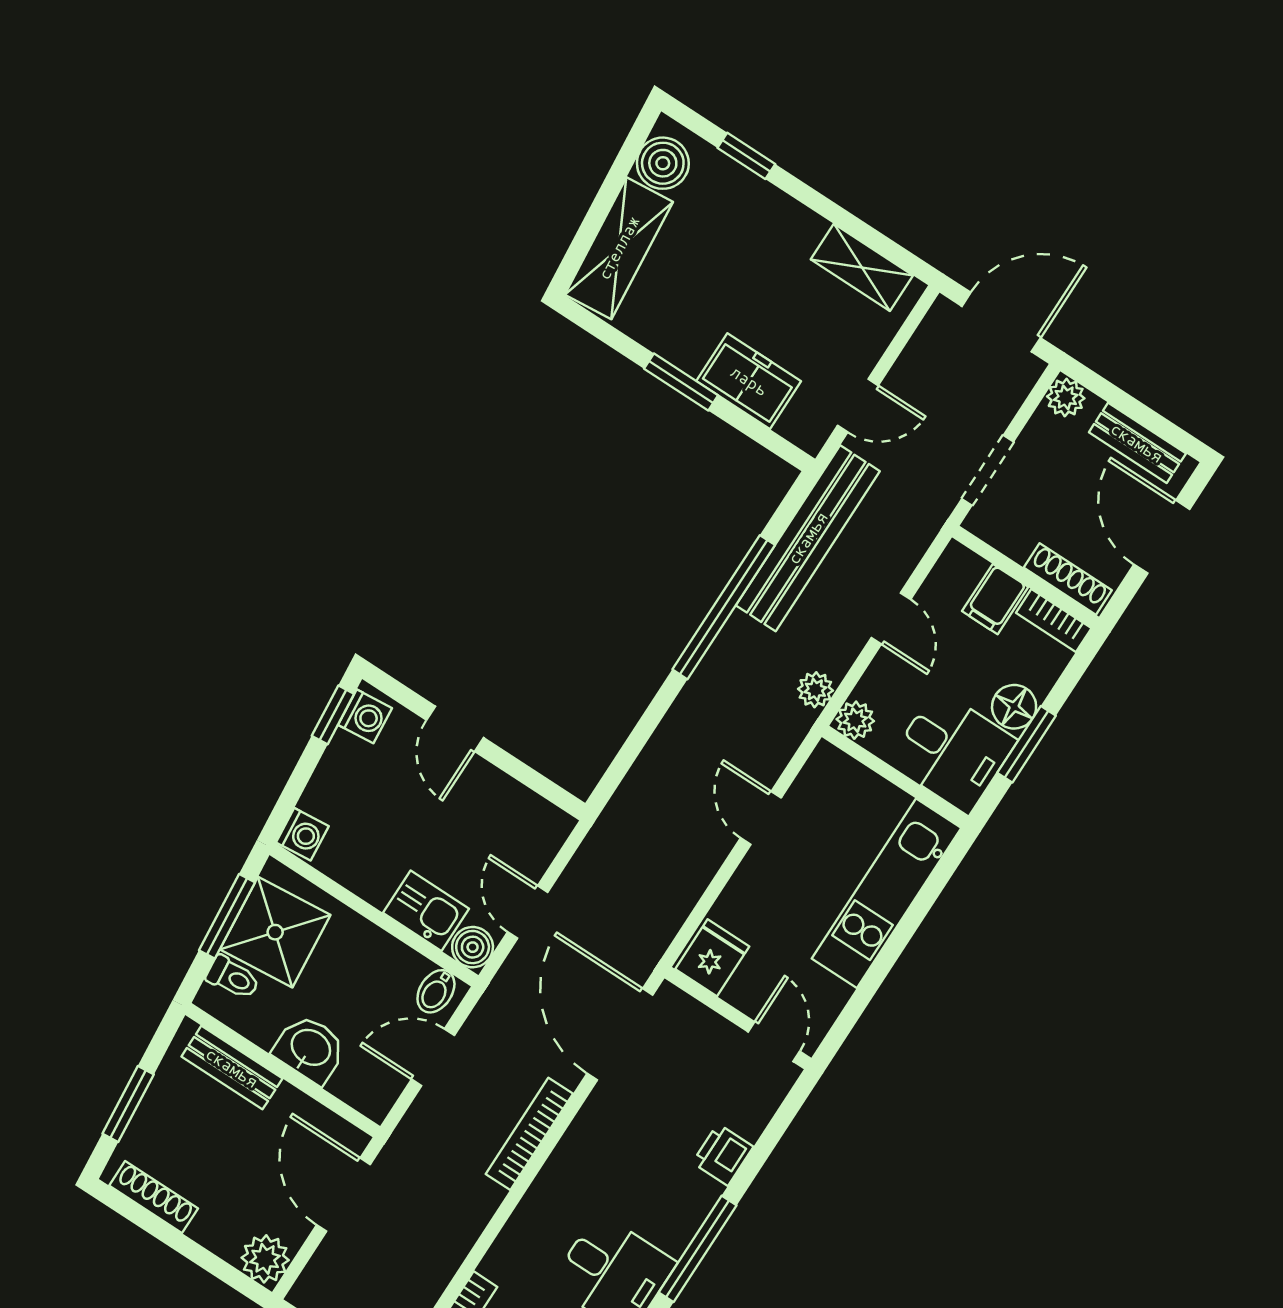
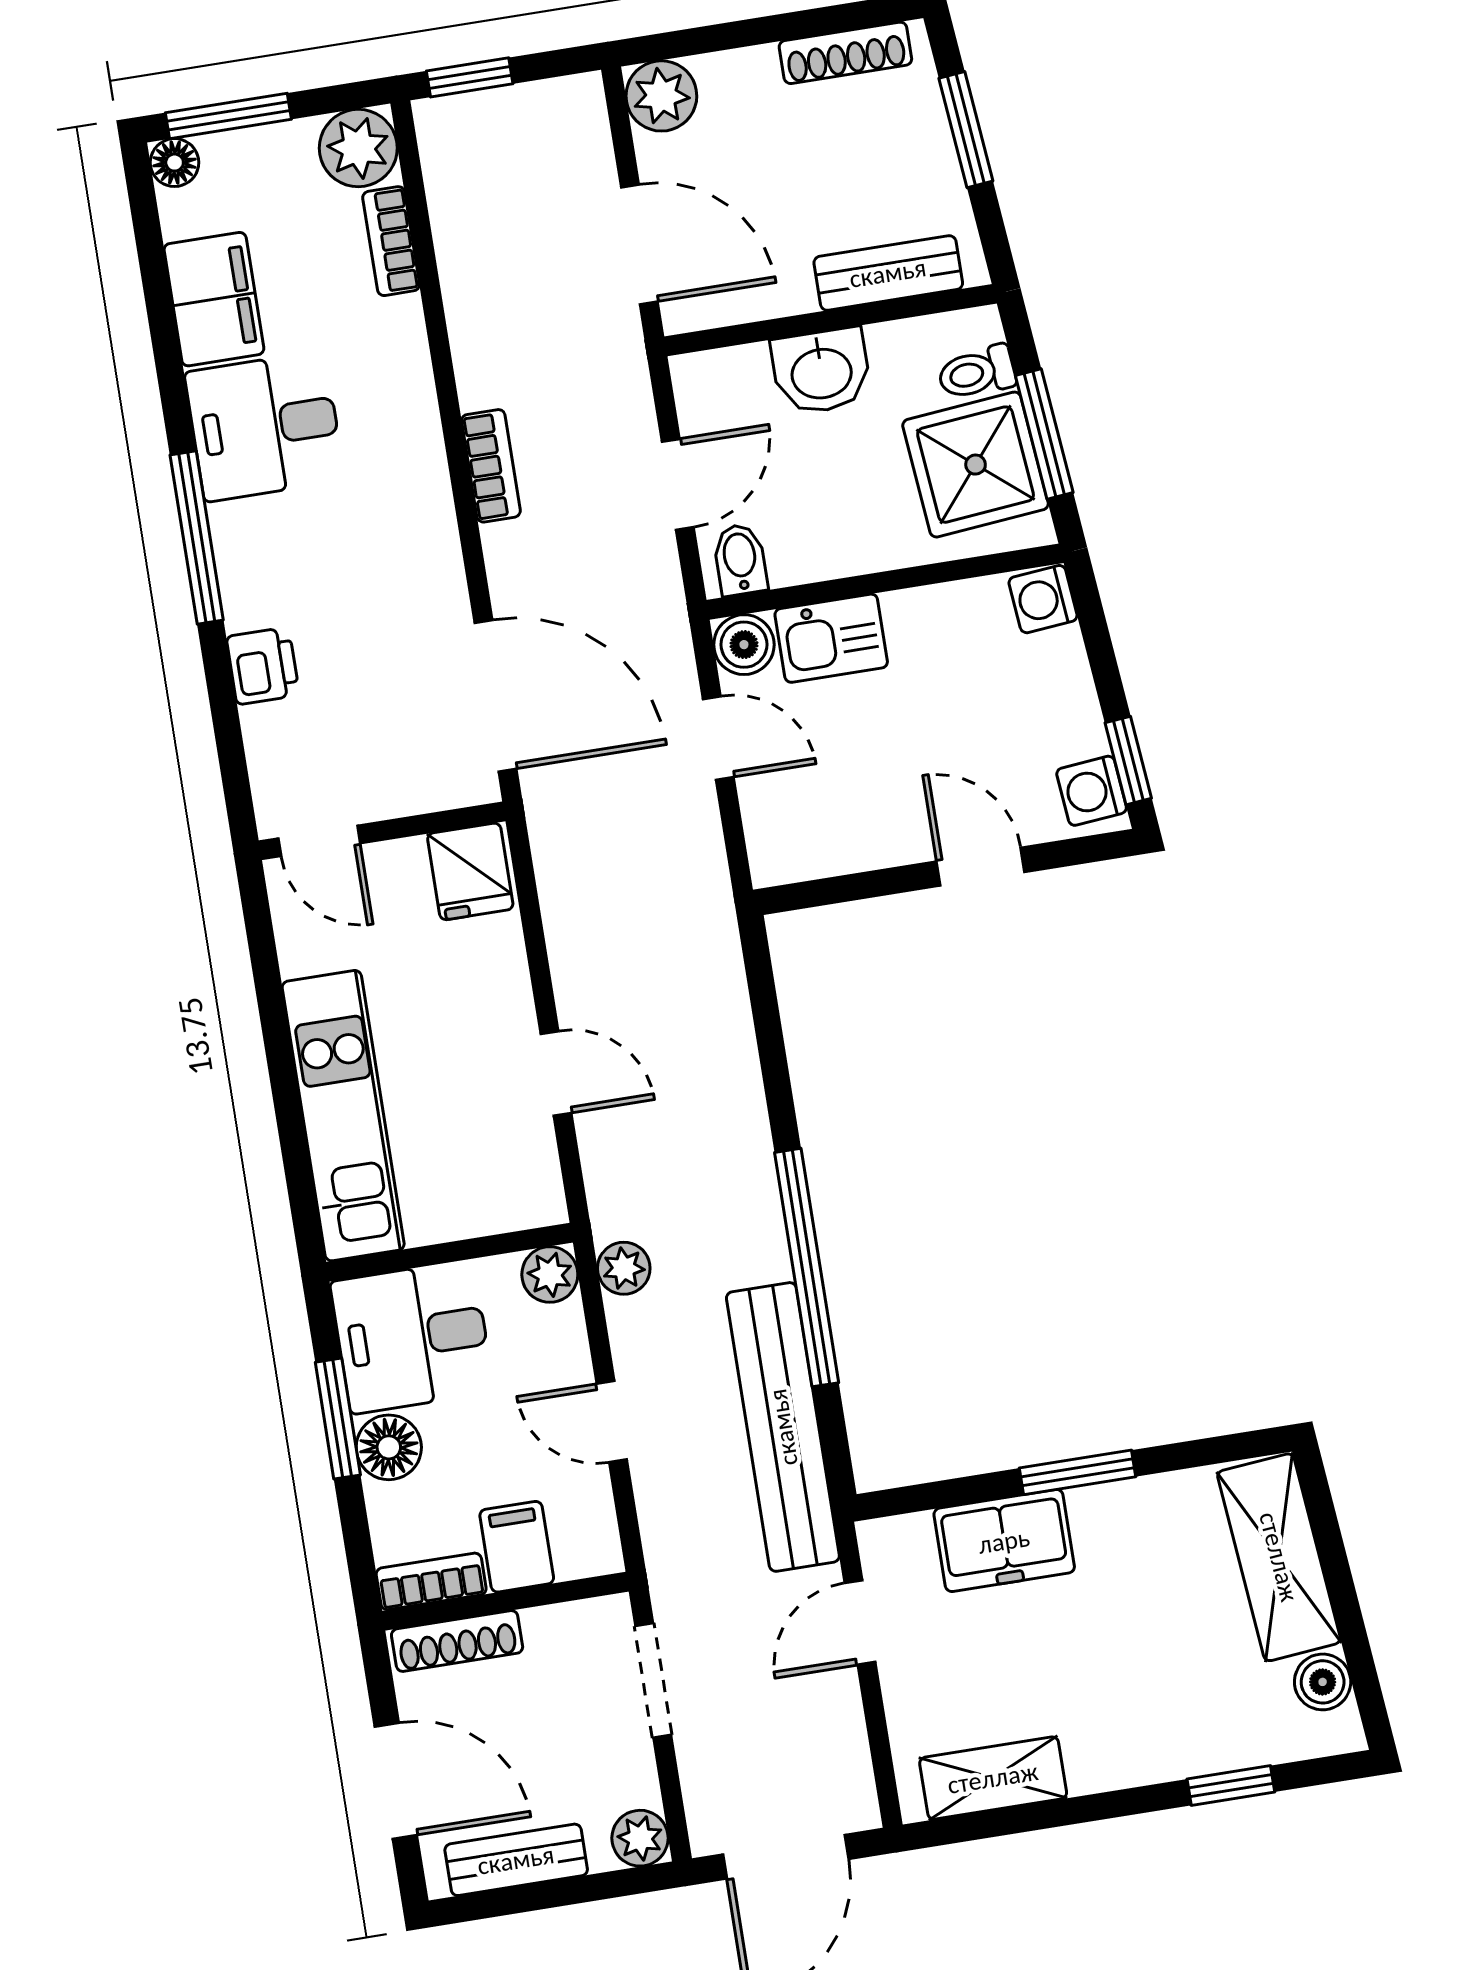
boiler: (663, 163) -> (1323, 1682), width x0.73, depth x0.73
bookcase: (529, 1134) -> (491, 466), width x0.64

